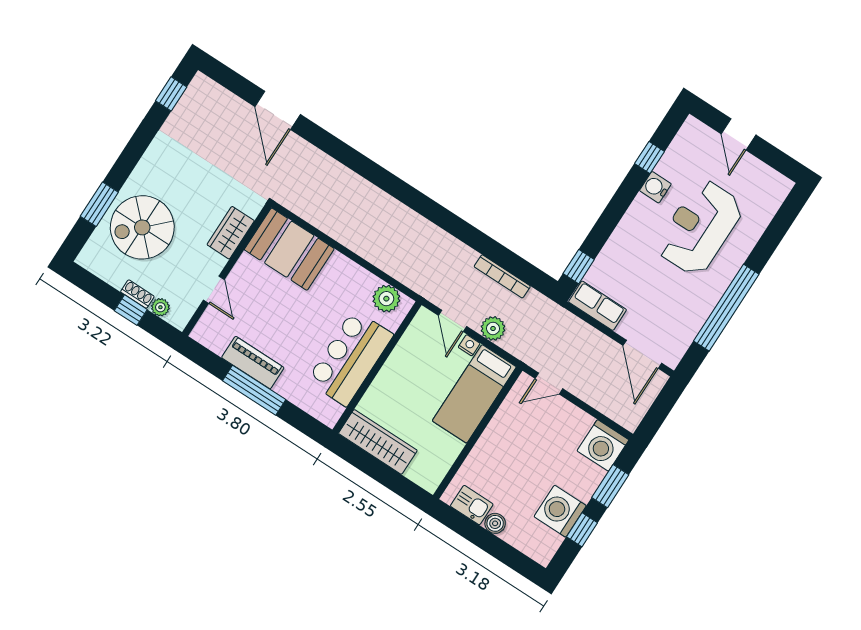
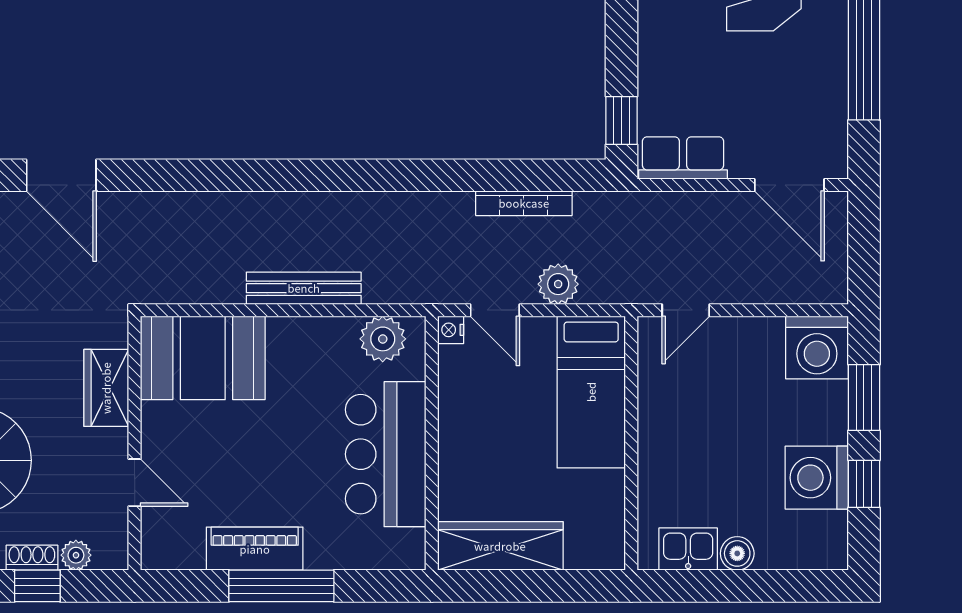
bench: (363, 247) -> (304, 288), added
nightstand: (469, 345) -> (451, 330), moved, turned -90

